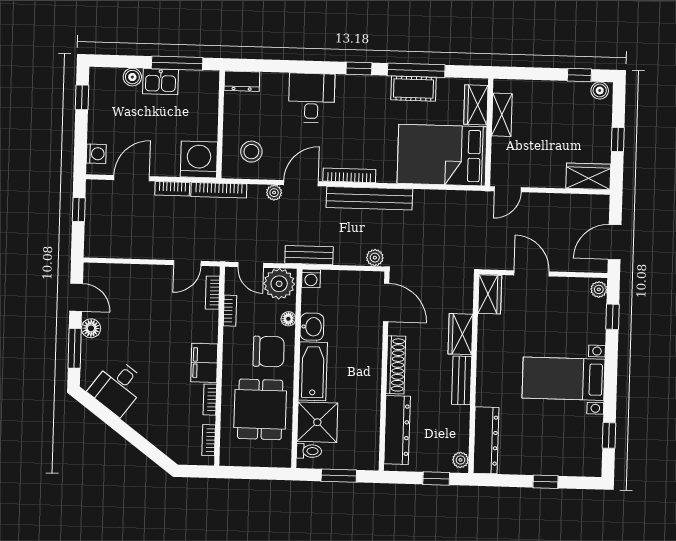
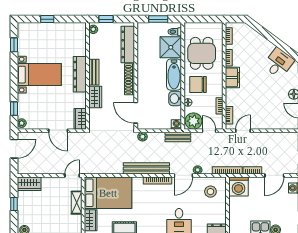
shelving: (502, 115) -> (77, 203), moved
dresser: (486, 440) -> (80, 74), moved

